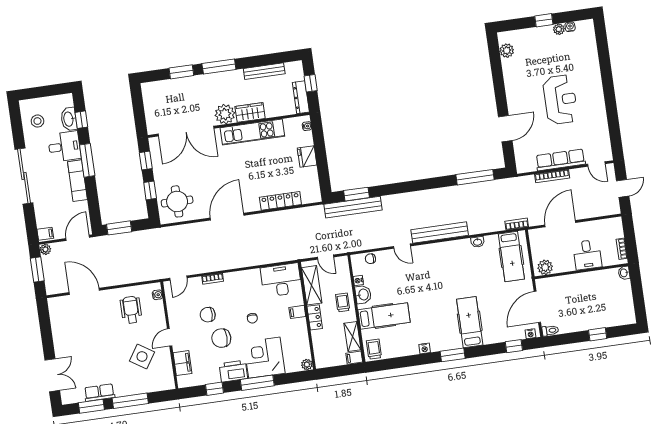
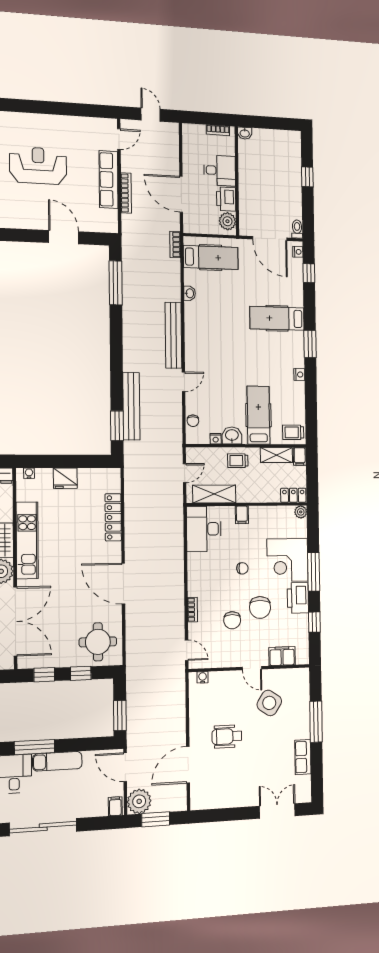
bench: (353, 207) -> (131, 406), moved
plant: (45, 249) -> (139, 801), width x1.87, depth x1.87
printer: (564, 264) -> (226, 199), added
wheelchair: (131, 310) -> (227, 736), moved
locker: (315, 317) -> (293, 495), moved
window: (91, 406) -> (317, 768), removed

